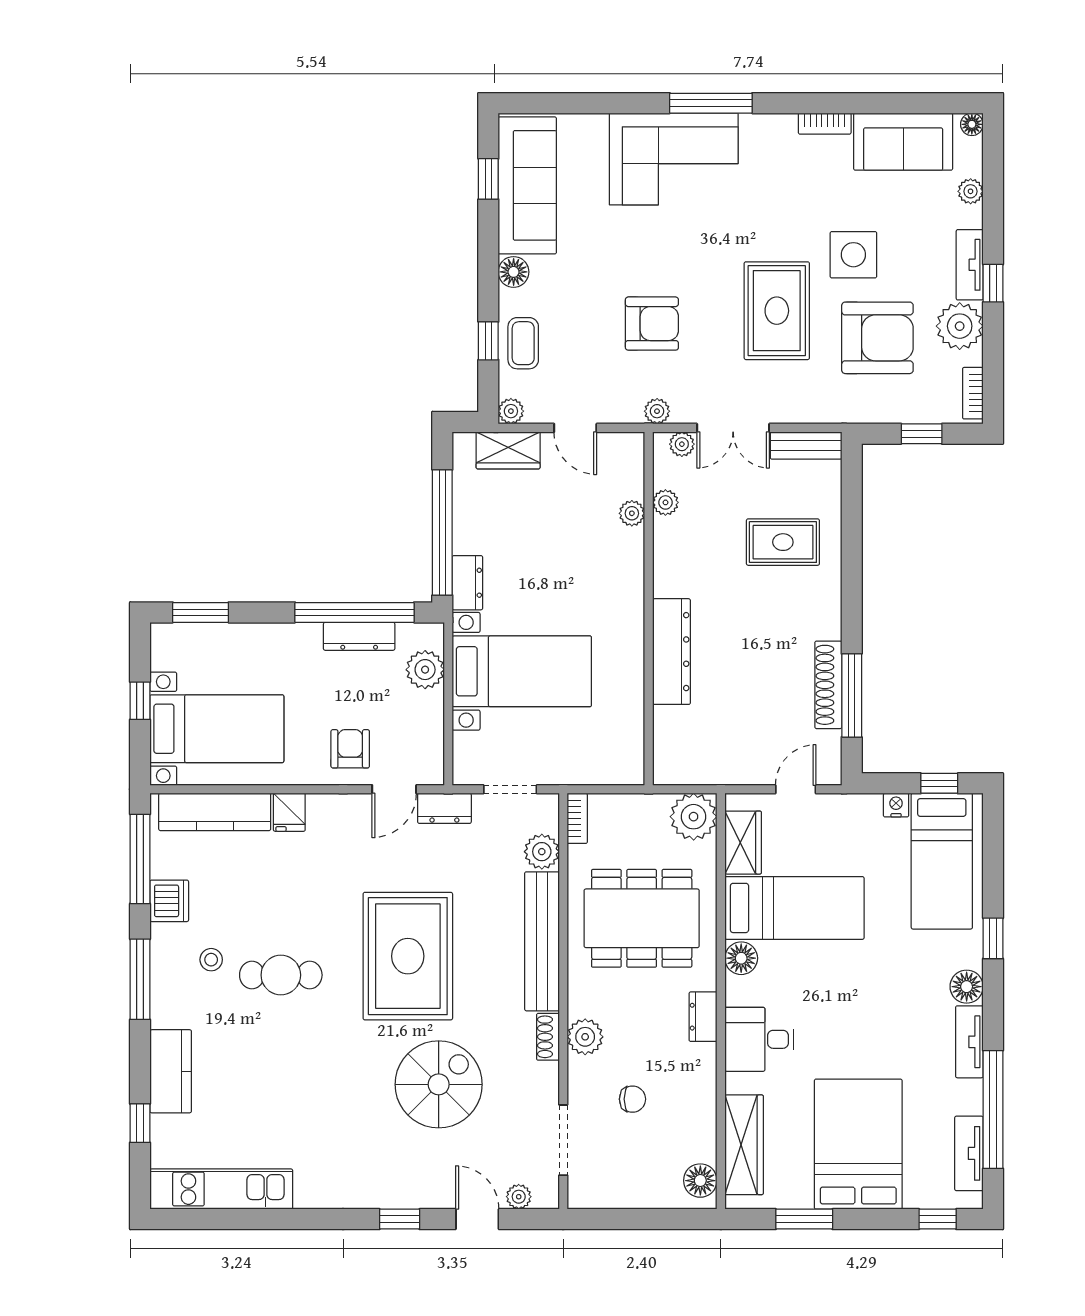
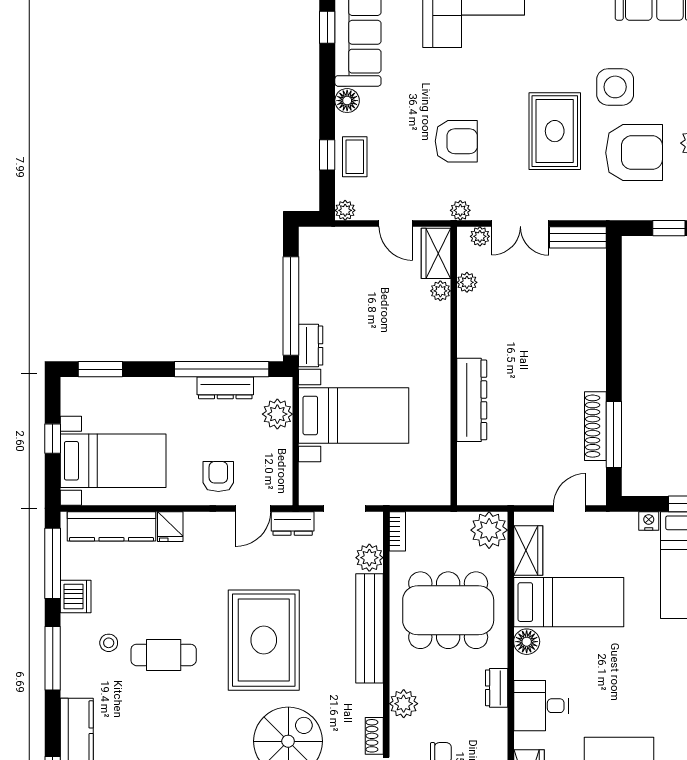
wardrobe: (508, 450) -> (436, 253), moved, turned 90
rug: (783, 542) -> (560, 314), removed
shoe rack: (548, 1037) -> (374, 736), moved

